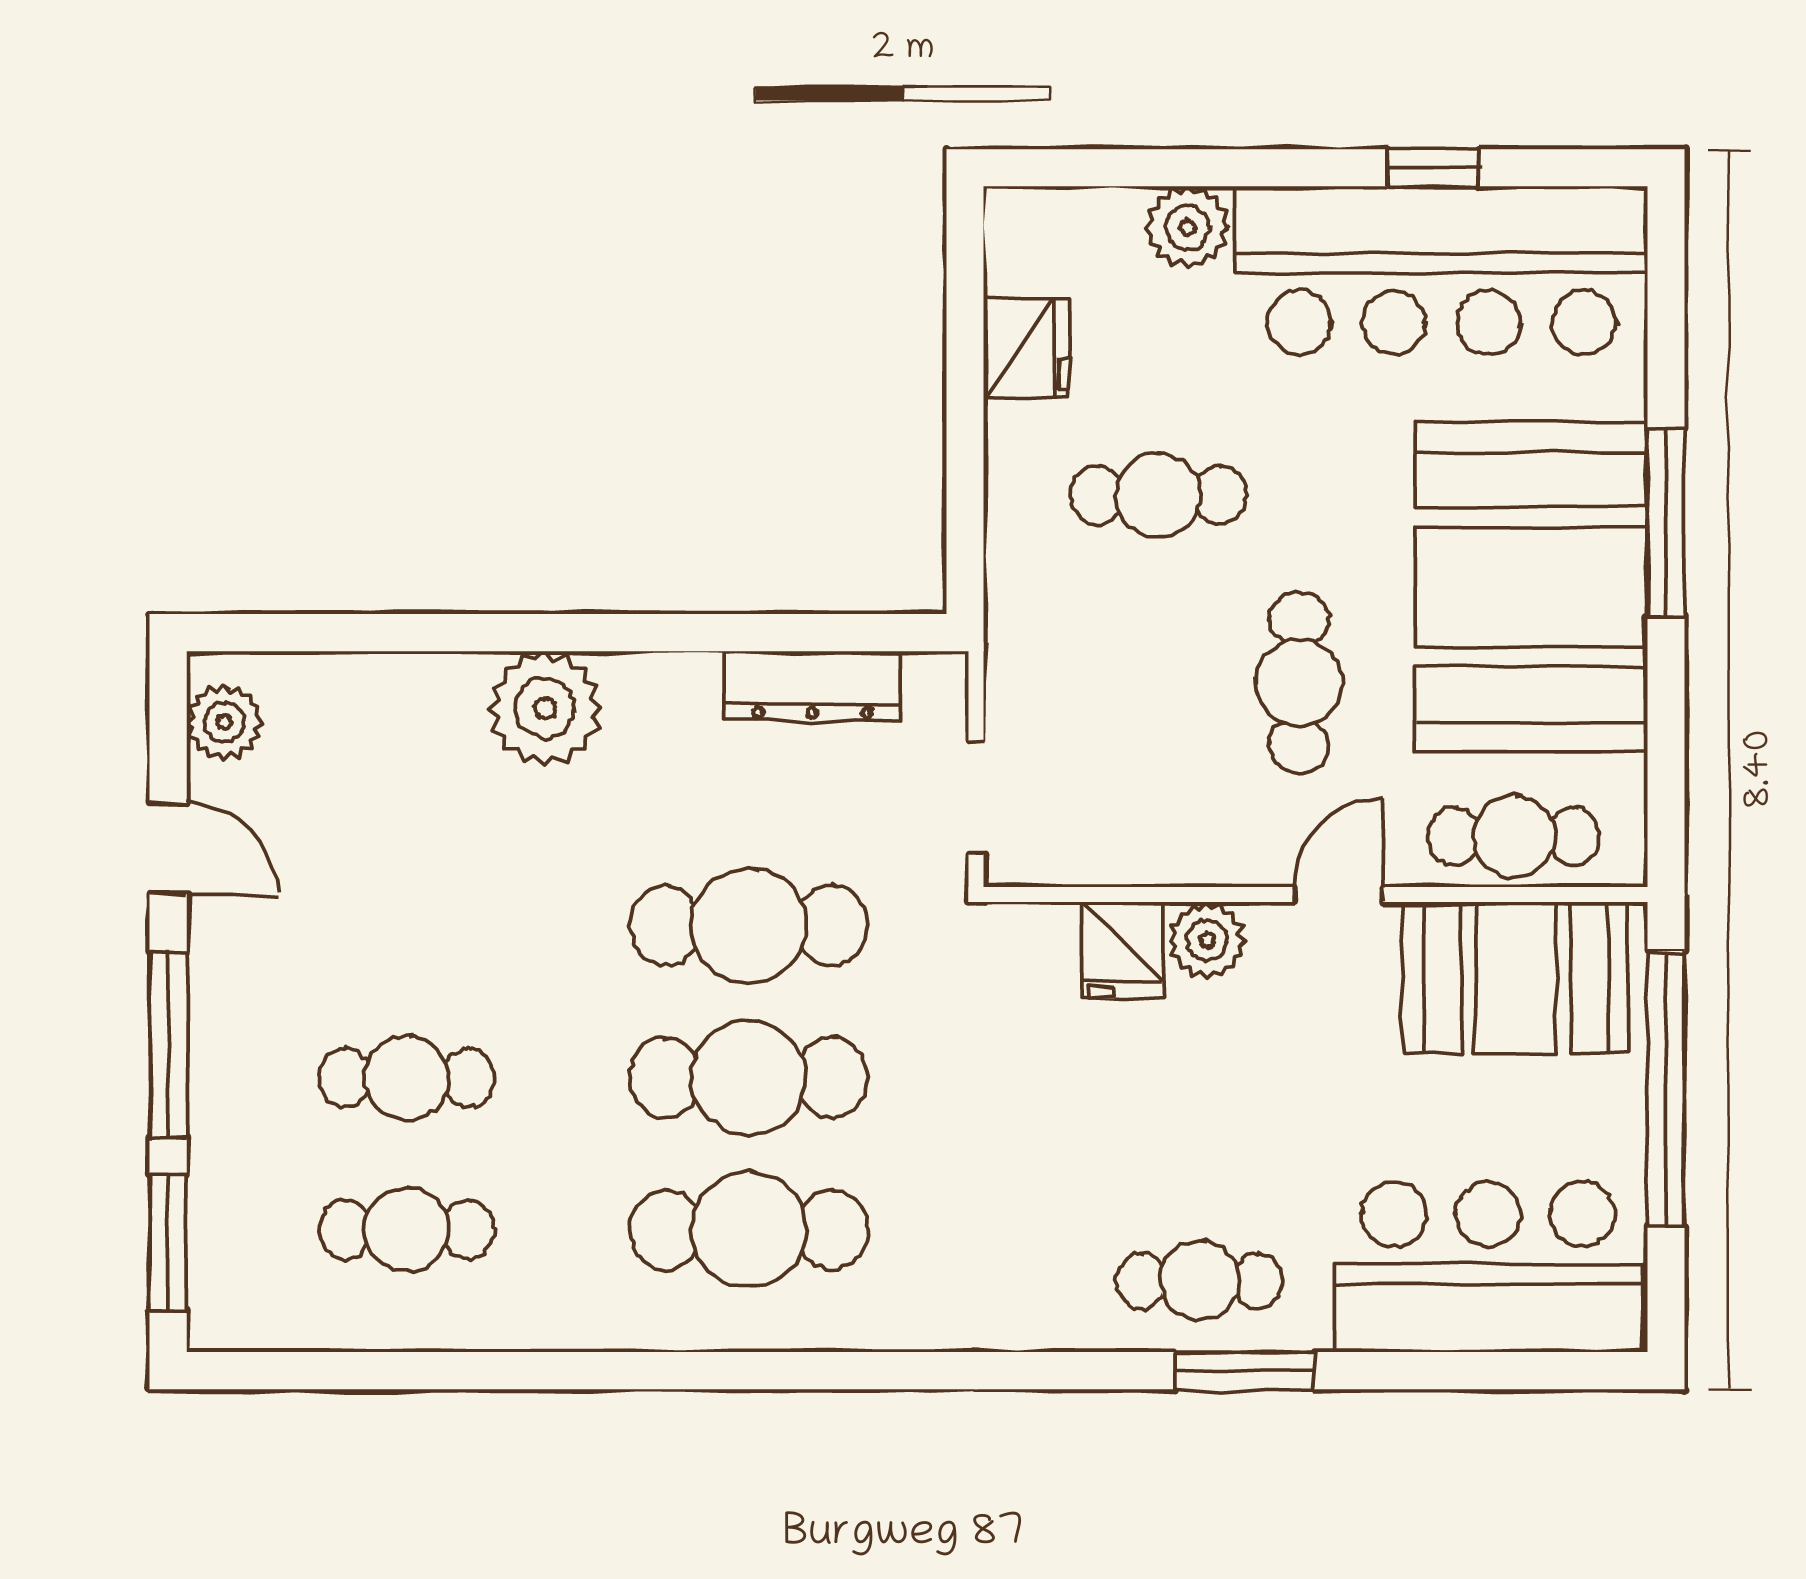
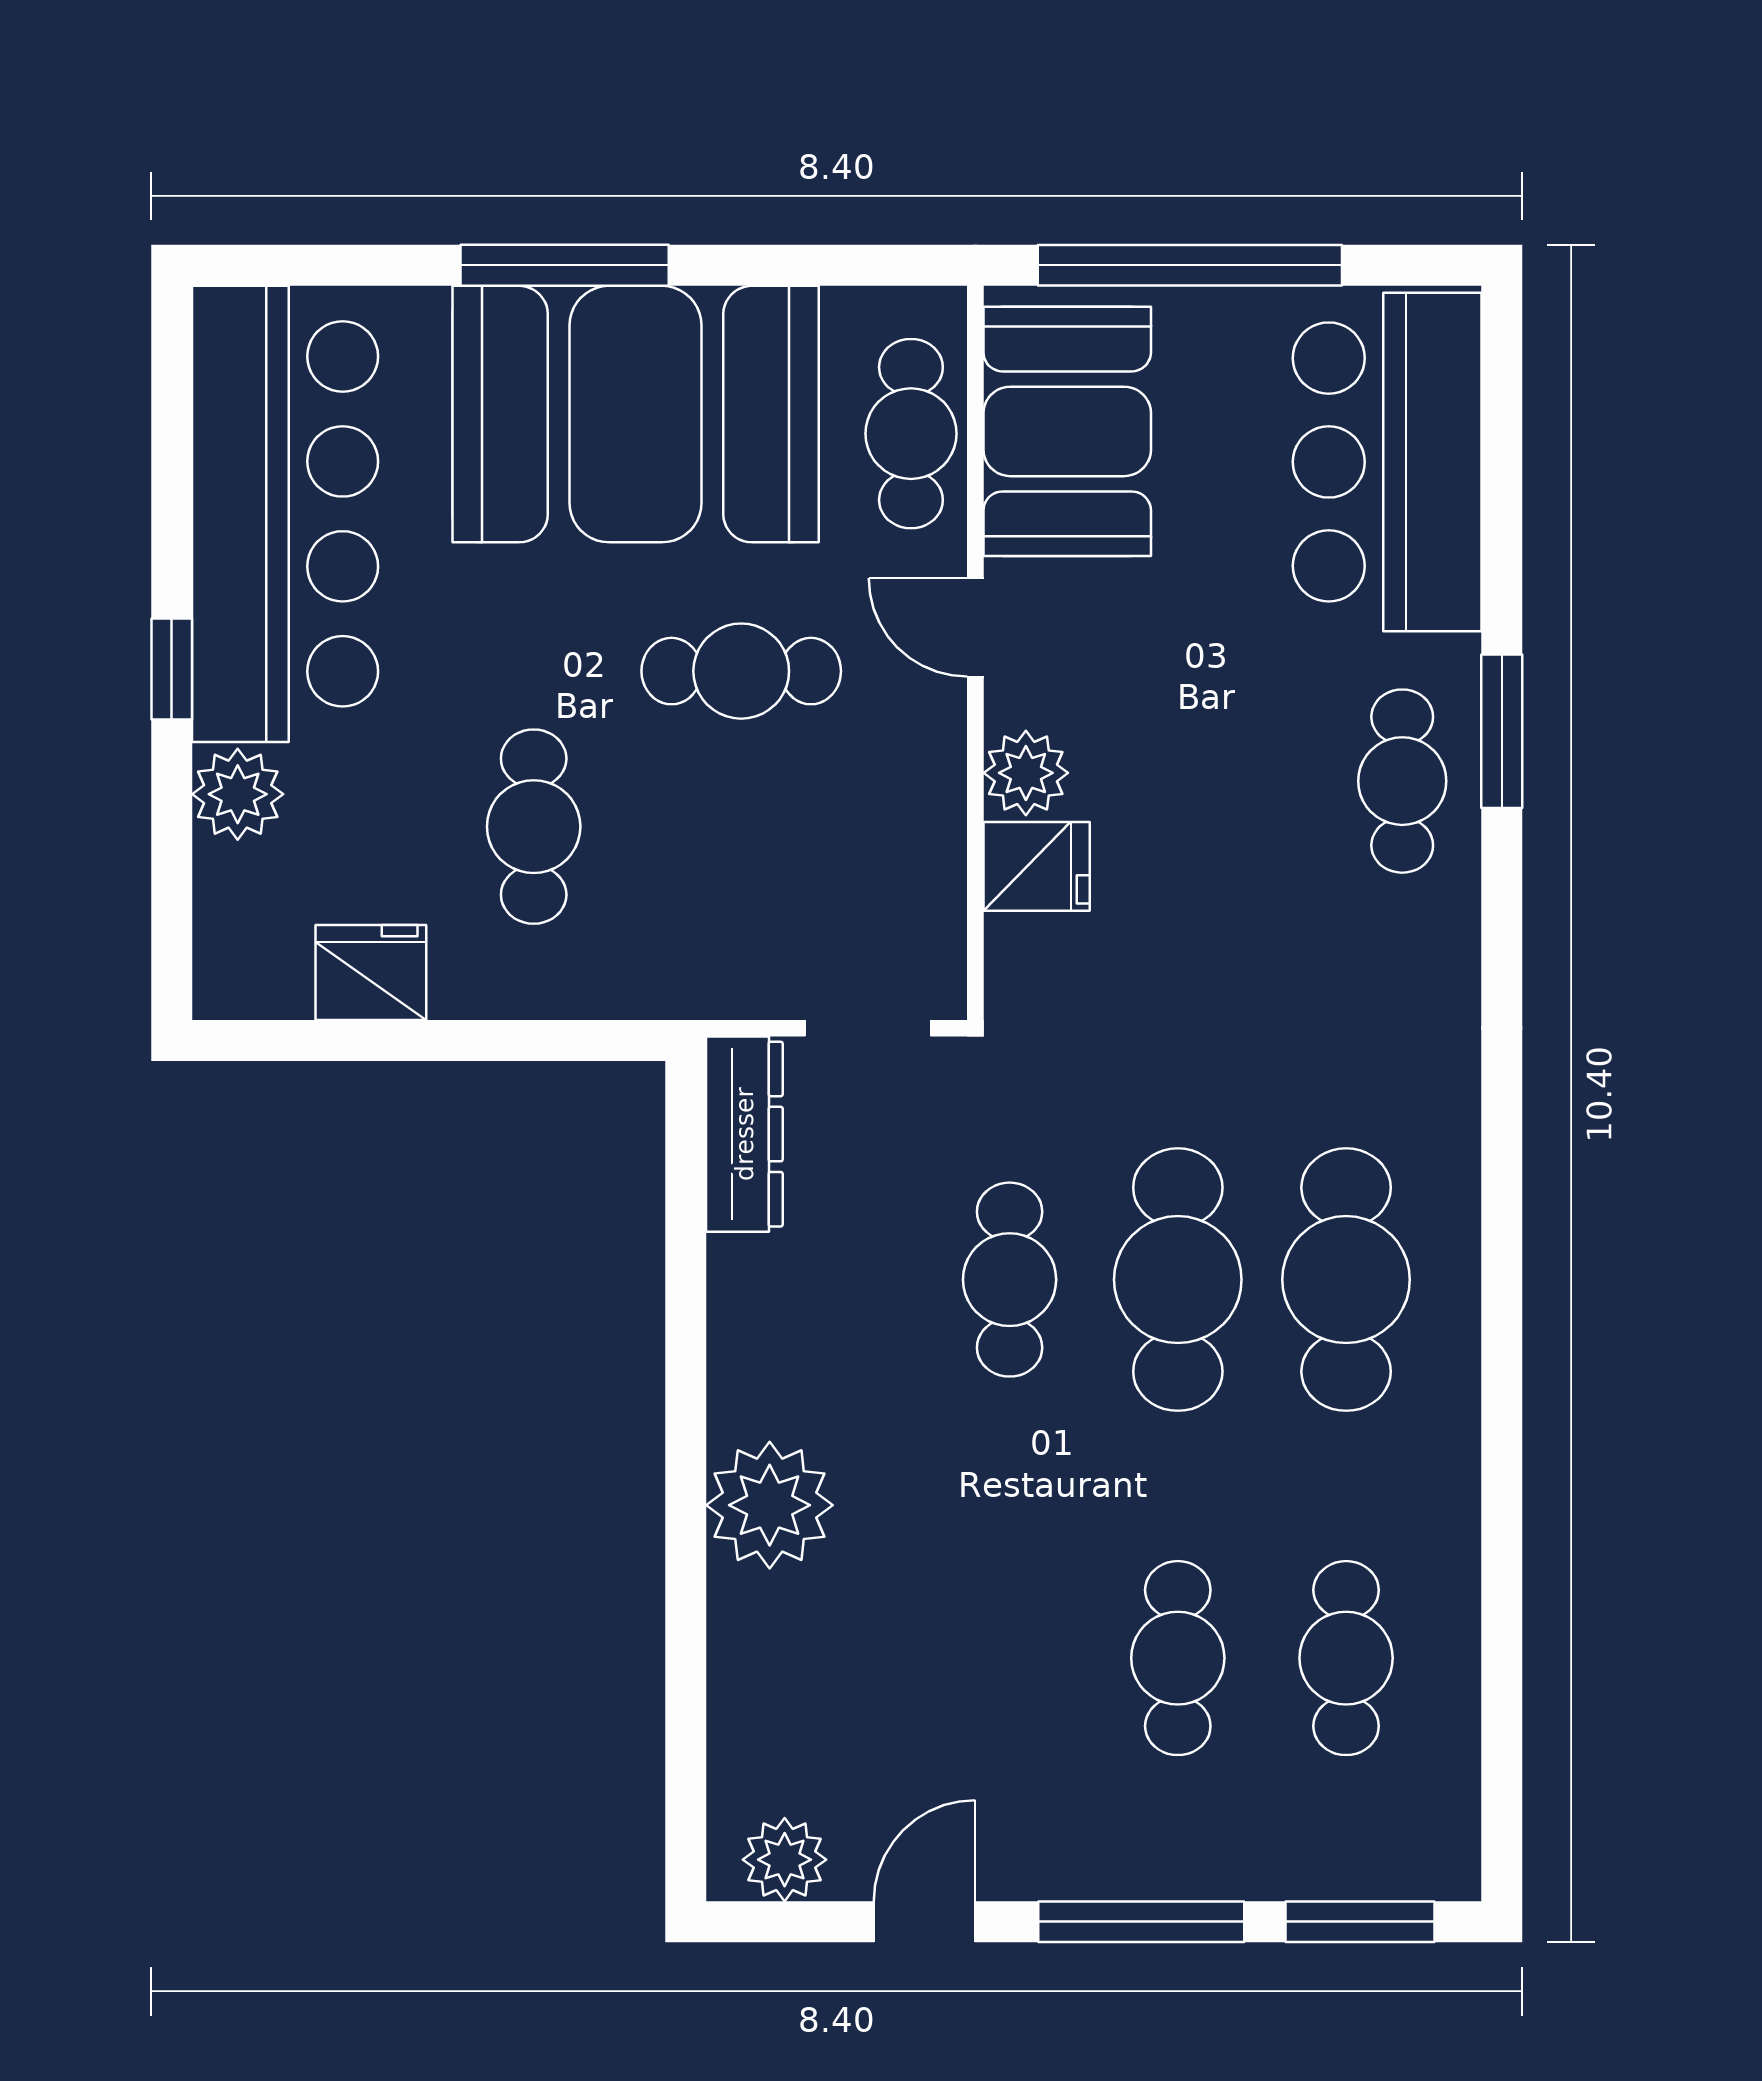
window: (1433, 168) -> (172, 669), moved
dresser: (812, 686) -> (744, 1134), moved
cafe table: (749, 926) -> (1010, 1280), width x0.73, depth x0.74

